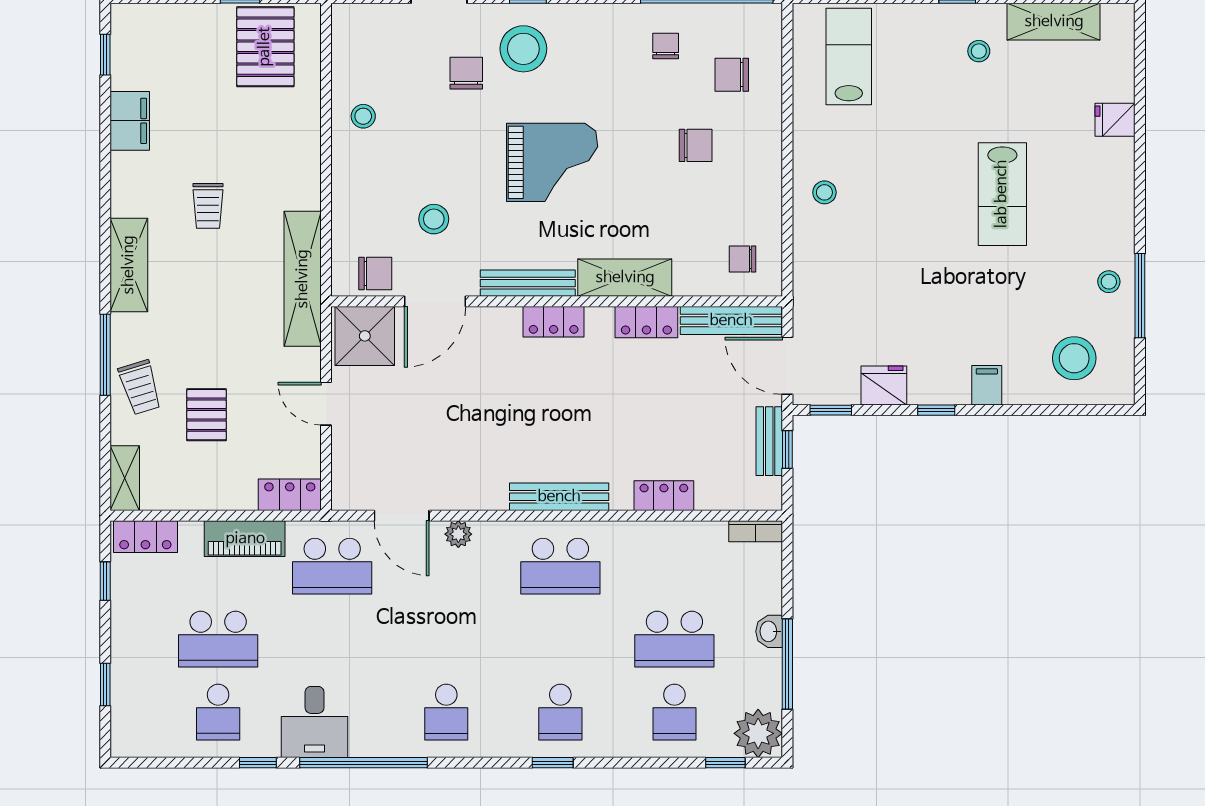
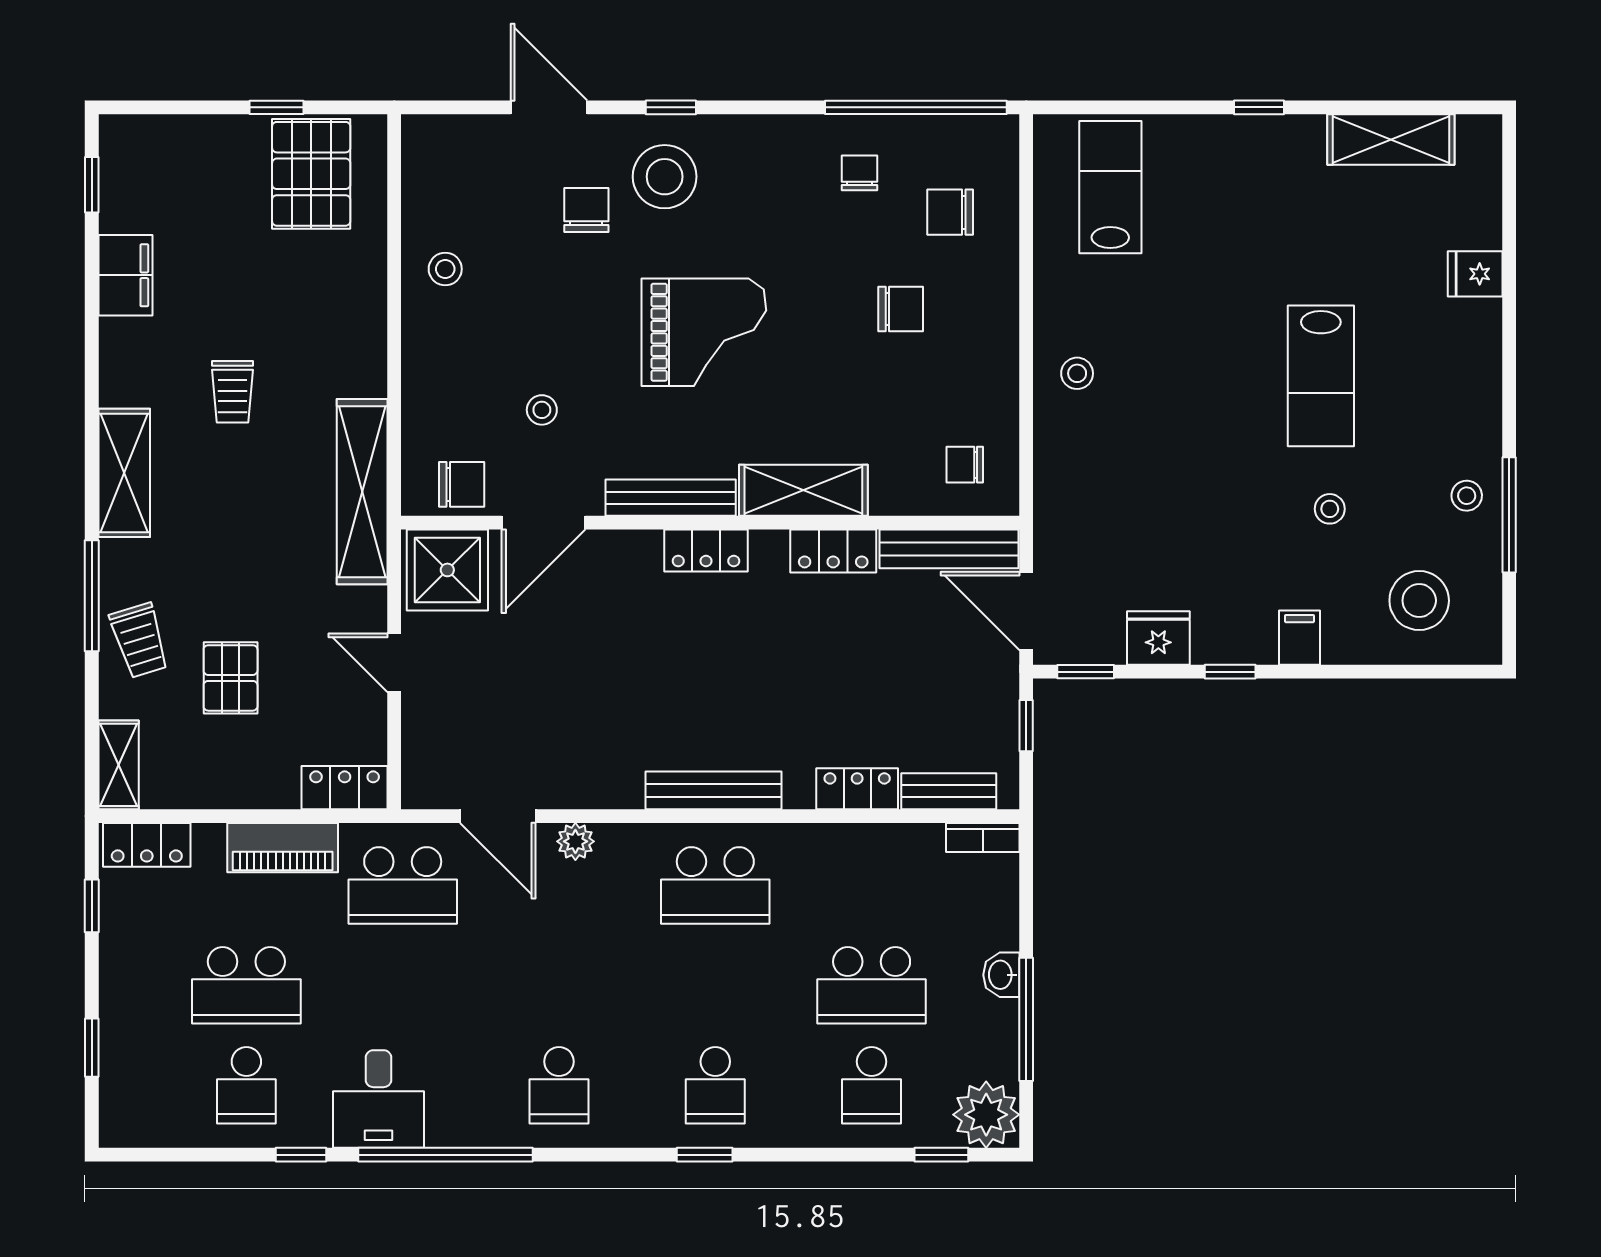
stool: (979, 51) -> (1330, 509), moved
stool: (434, 219) -> (542, 410), width x0.73, depth x0.73
bench: (769, 441) -> (949, 791), moved, turned 90

